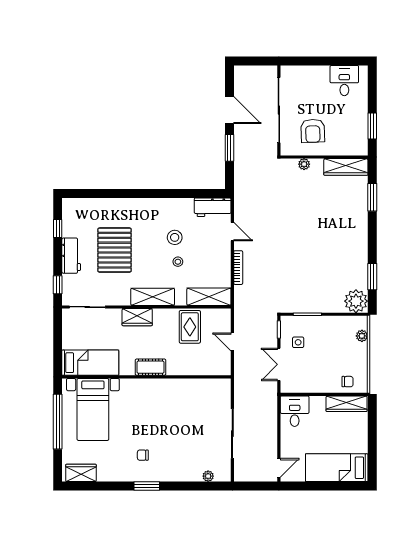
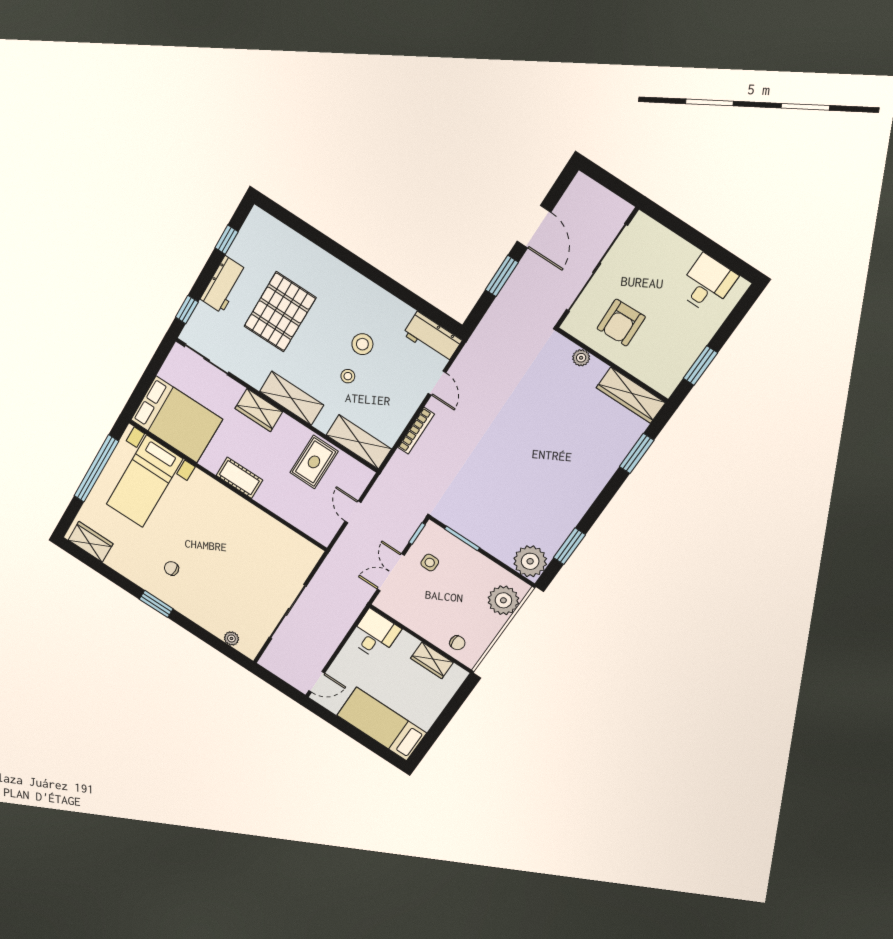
plant: (362, 336) -> (503, 600), width x1.87, depth x1.87
bed: (90, 363) -> (177, 420), width x1.50
wardrobe: (347, 404) -> (432, 660), width x0.67

